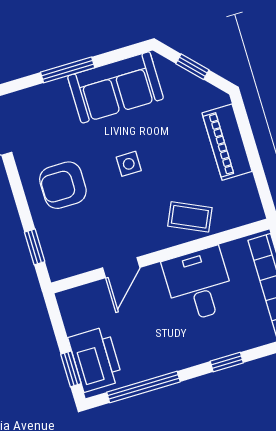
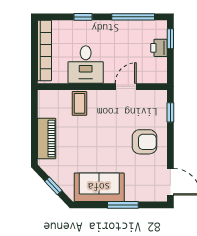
side table: (129, 164) -> (105, 143), removed
coffee table: (190, 217) -> (79, 103), turned 65
printer: (95, 359) -> (159, 48), width x0.53, depth x0.68

